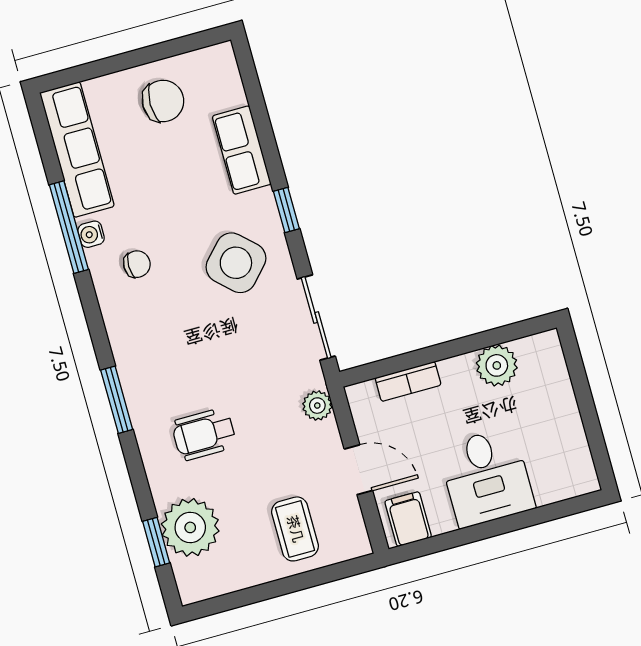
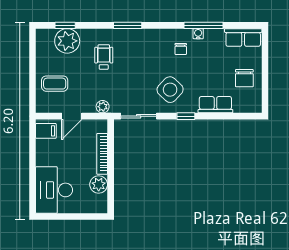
row of seats: (77, 149) -> (243, 37), width x0.68
bookcase: (408, 381) -> (102, 154), width x1.56
desk: (486, 477) -> (54, 190), moved, width x1.37

